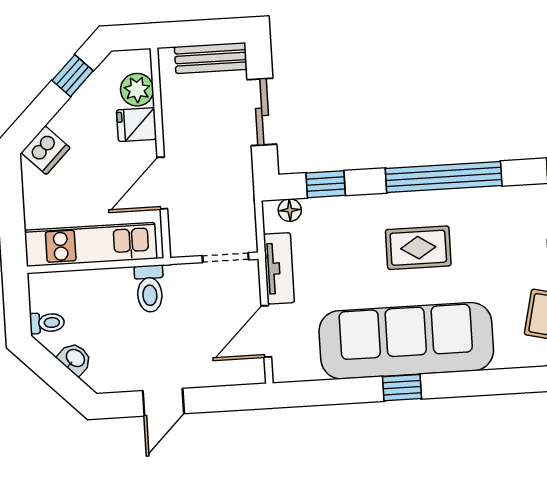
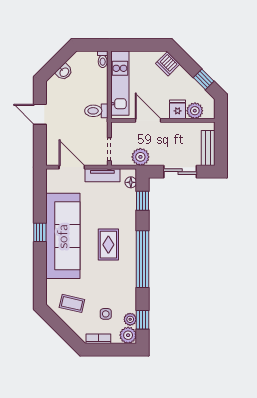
plant: (237, 194) -> (140, 157), added
toilet: (47, 323) -> (103, 59), moved

